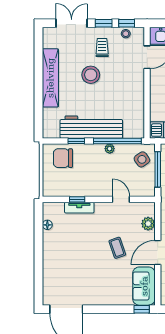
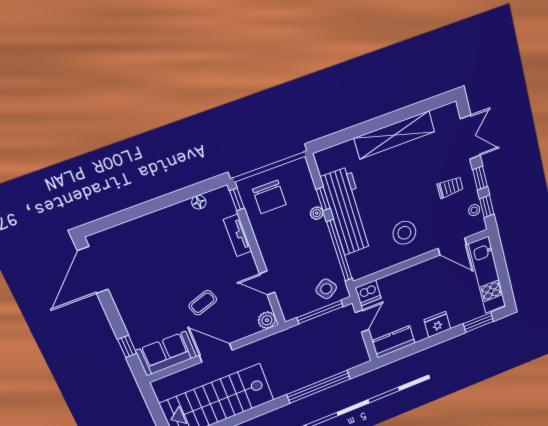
stool: (91, 75) -> (404, 233), moved
plant: (110, 149) -> (317, 213), moved
chair: (63, 158) -> (269, 197), moved, turned 180
window: (77, 199) -> (237, 199), moved
door: (121, 199) -> (267, 283), swing flipped
plant: (148, 224) -> (267, 320), moved
window: (142, 309) -> (127, 346), moved

